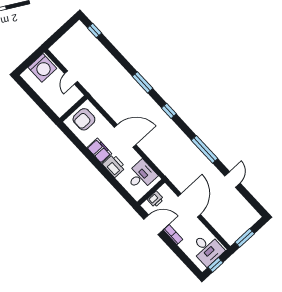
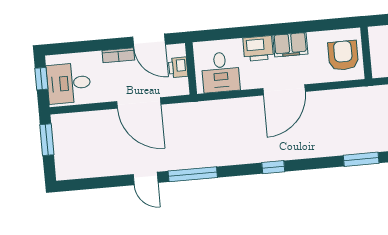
window: (142, 82) -> (361, 159), moved
door: (232, 180) -> (146, 178), moved
door: (153, 225) -> (149, 41), hinge flipped

